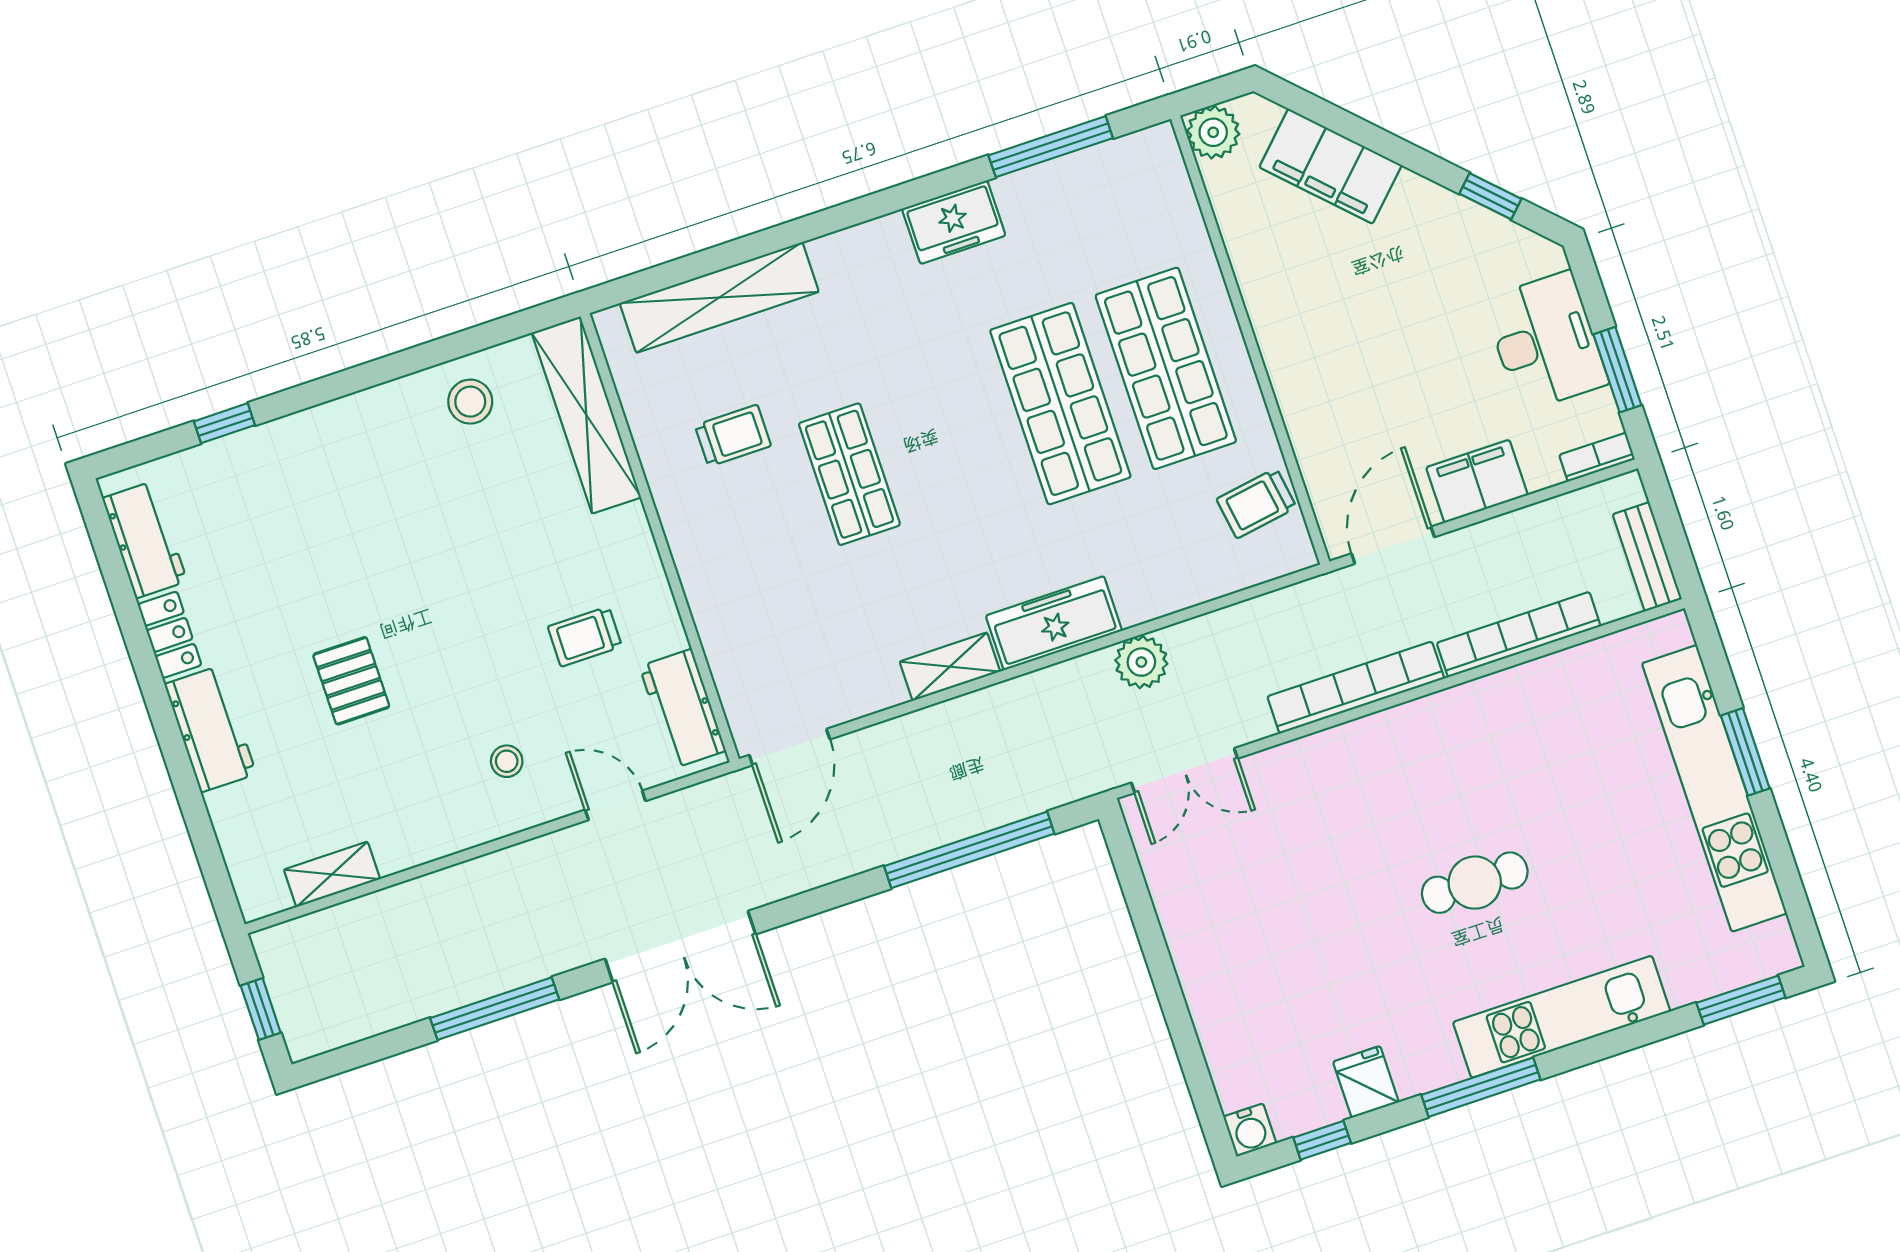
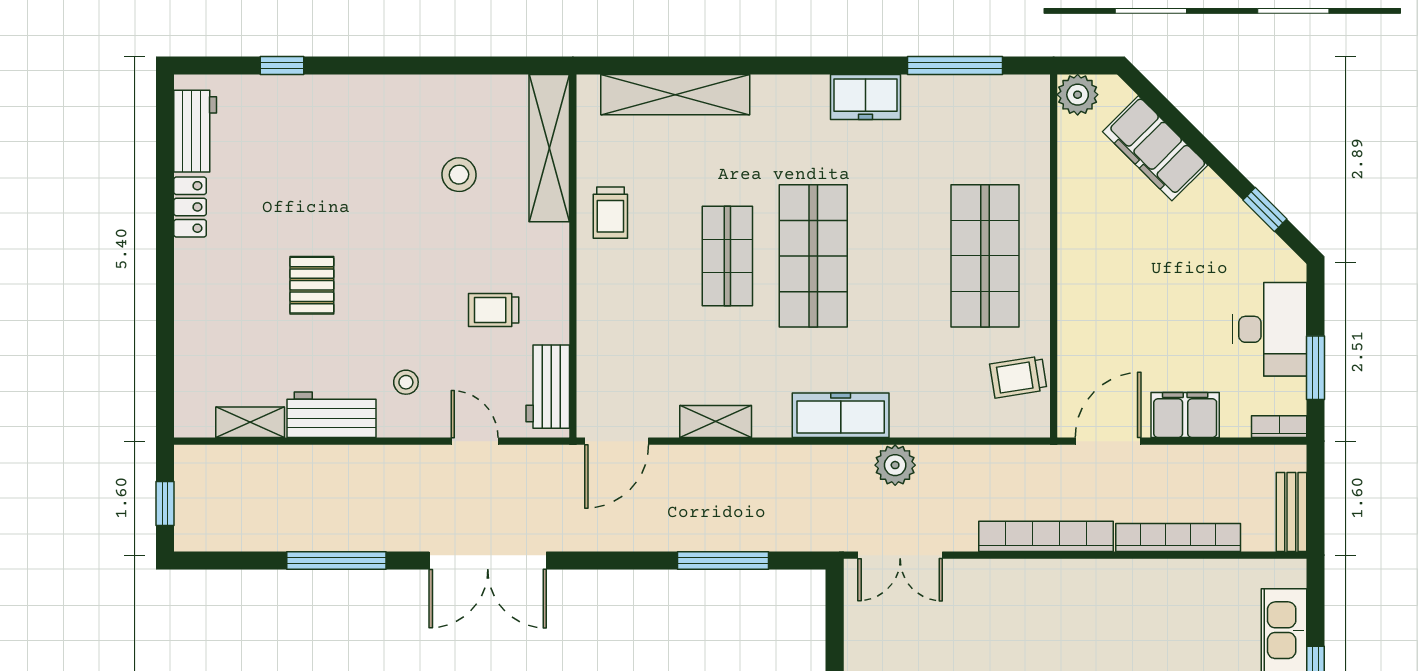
stool: (470, 402) -> (459, 175), moved
shop shelf: (1060, 404) -> (813, 256), moved
trolley: (733, 436) -> (610, 213), moved, turned 90
shelving: (950, 667) -> (716, 422), moved
workbench: (210, 729) -> (332, 415), moved, turned -90
window: (969, 850) -> (723, 561), width x0.68

